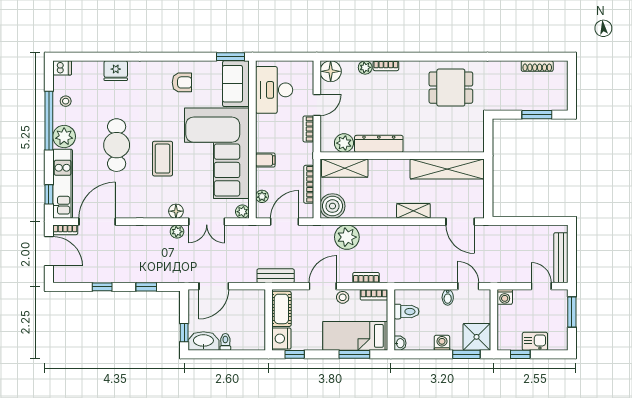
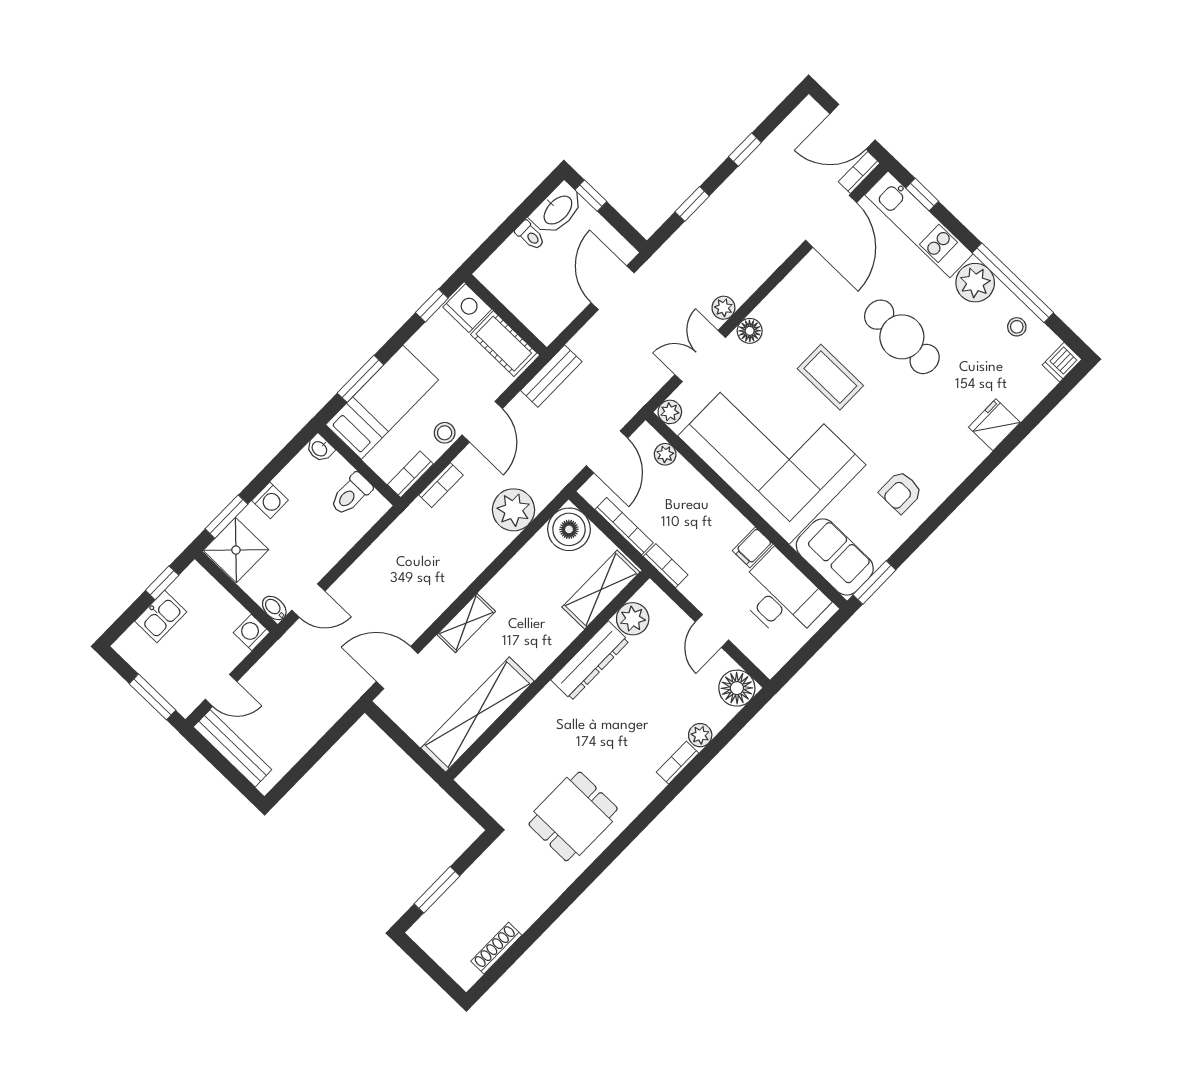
bookcase: (308, 129) -> (666, 566), moved
filing cabinet: (265, 160) -> (753, 547), moved
bidet: (448, 297) -> (274, 608), moved

